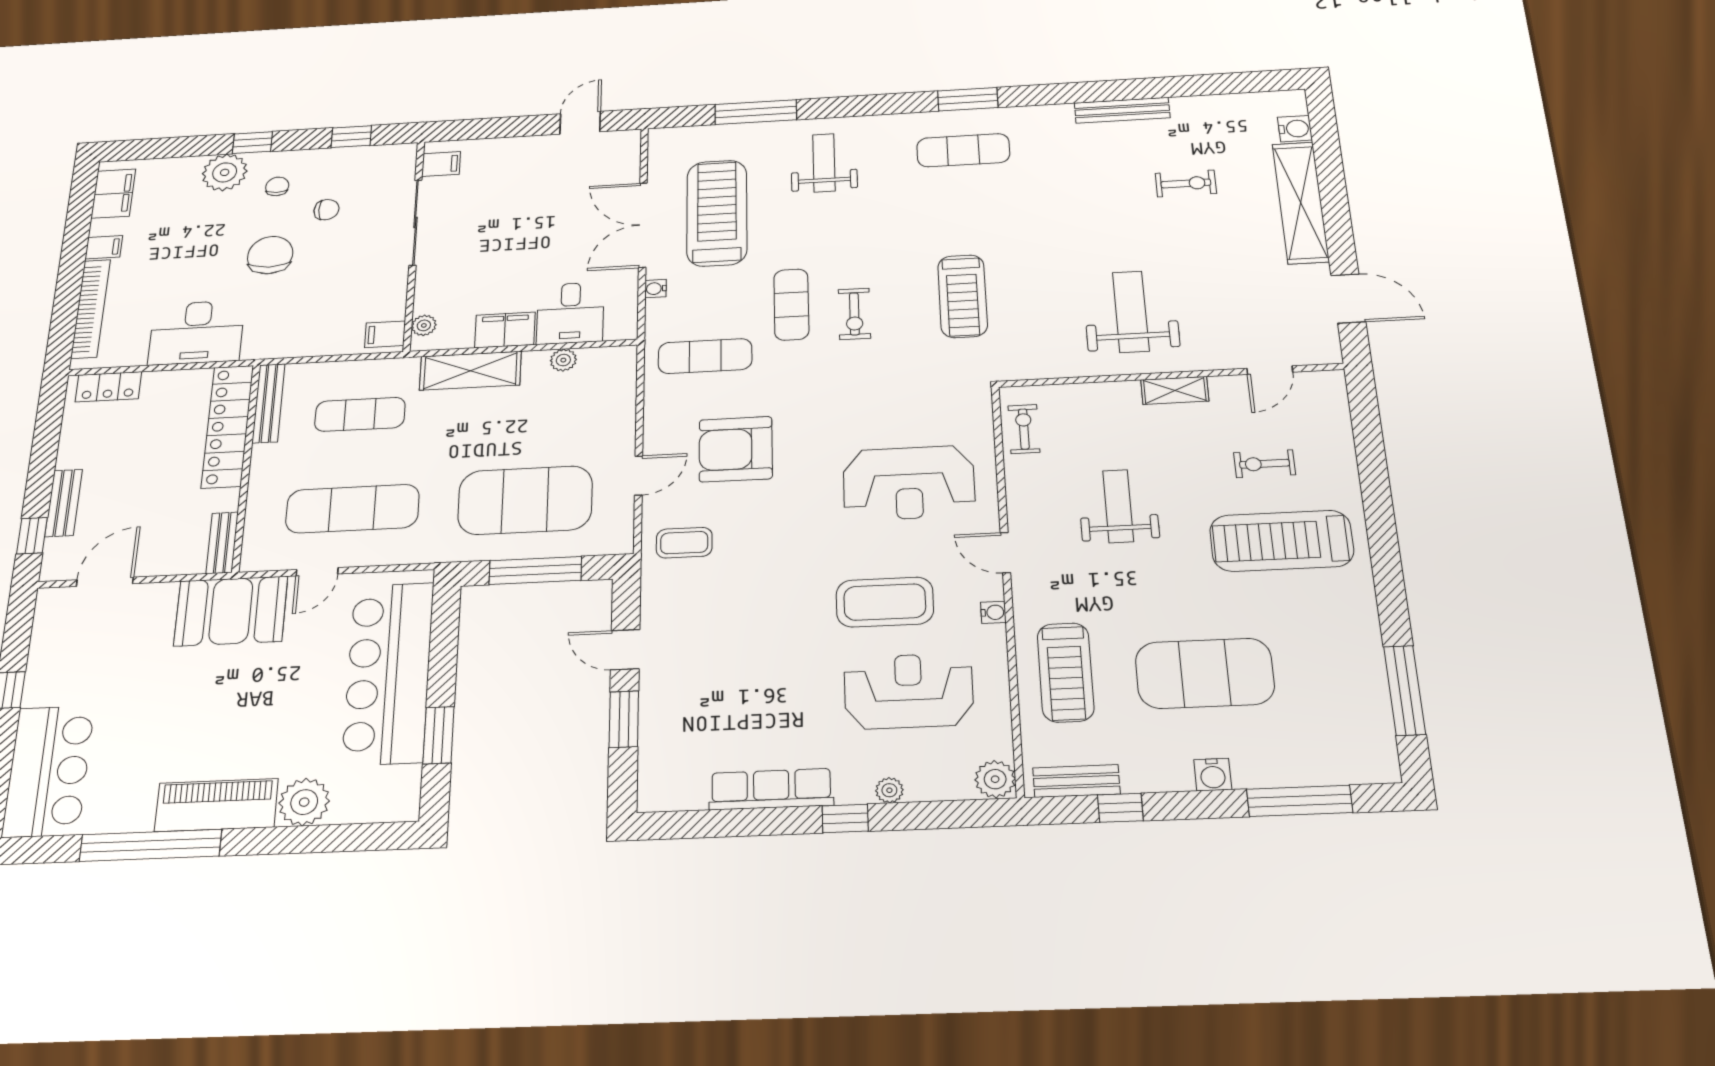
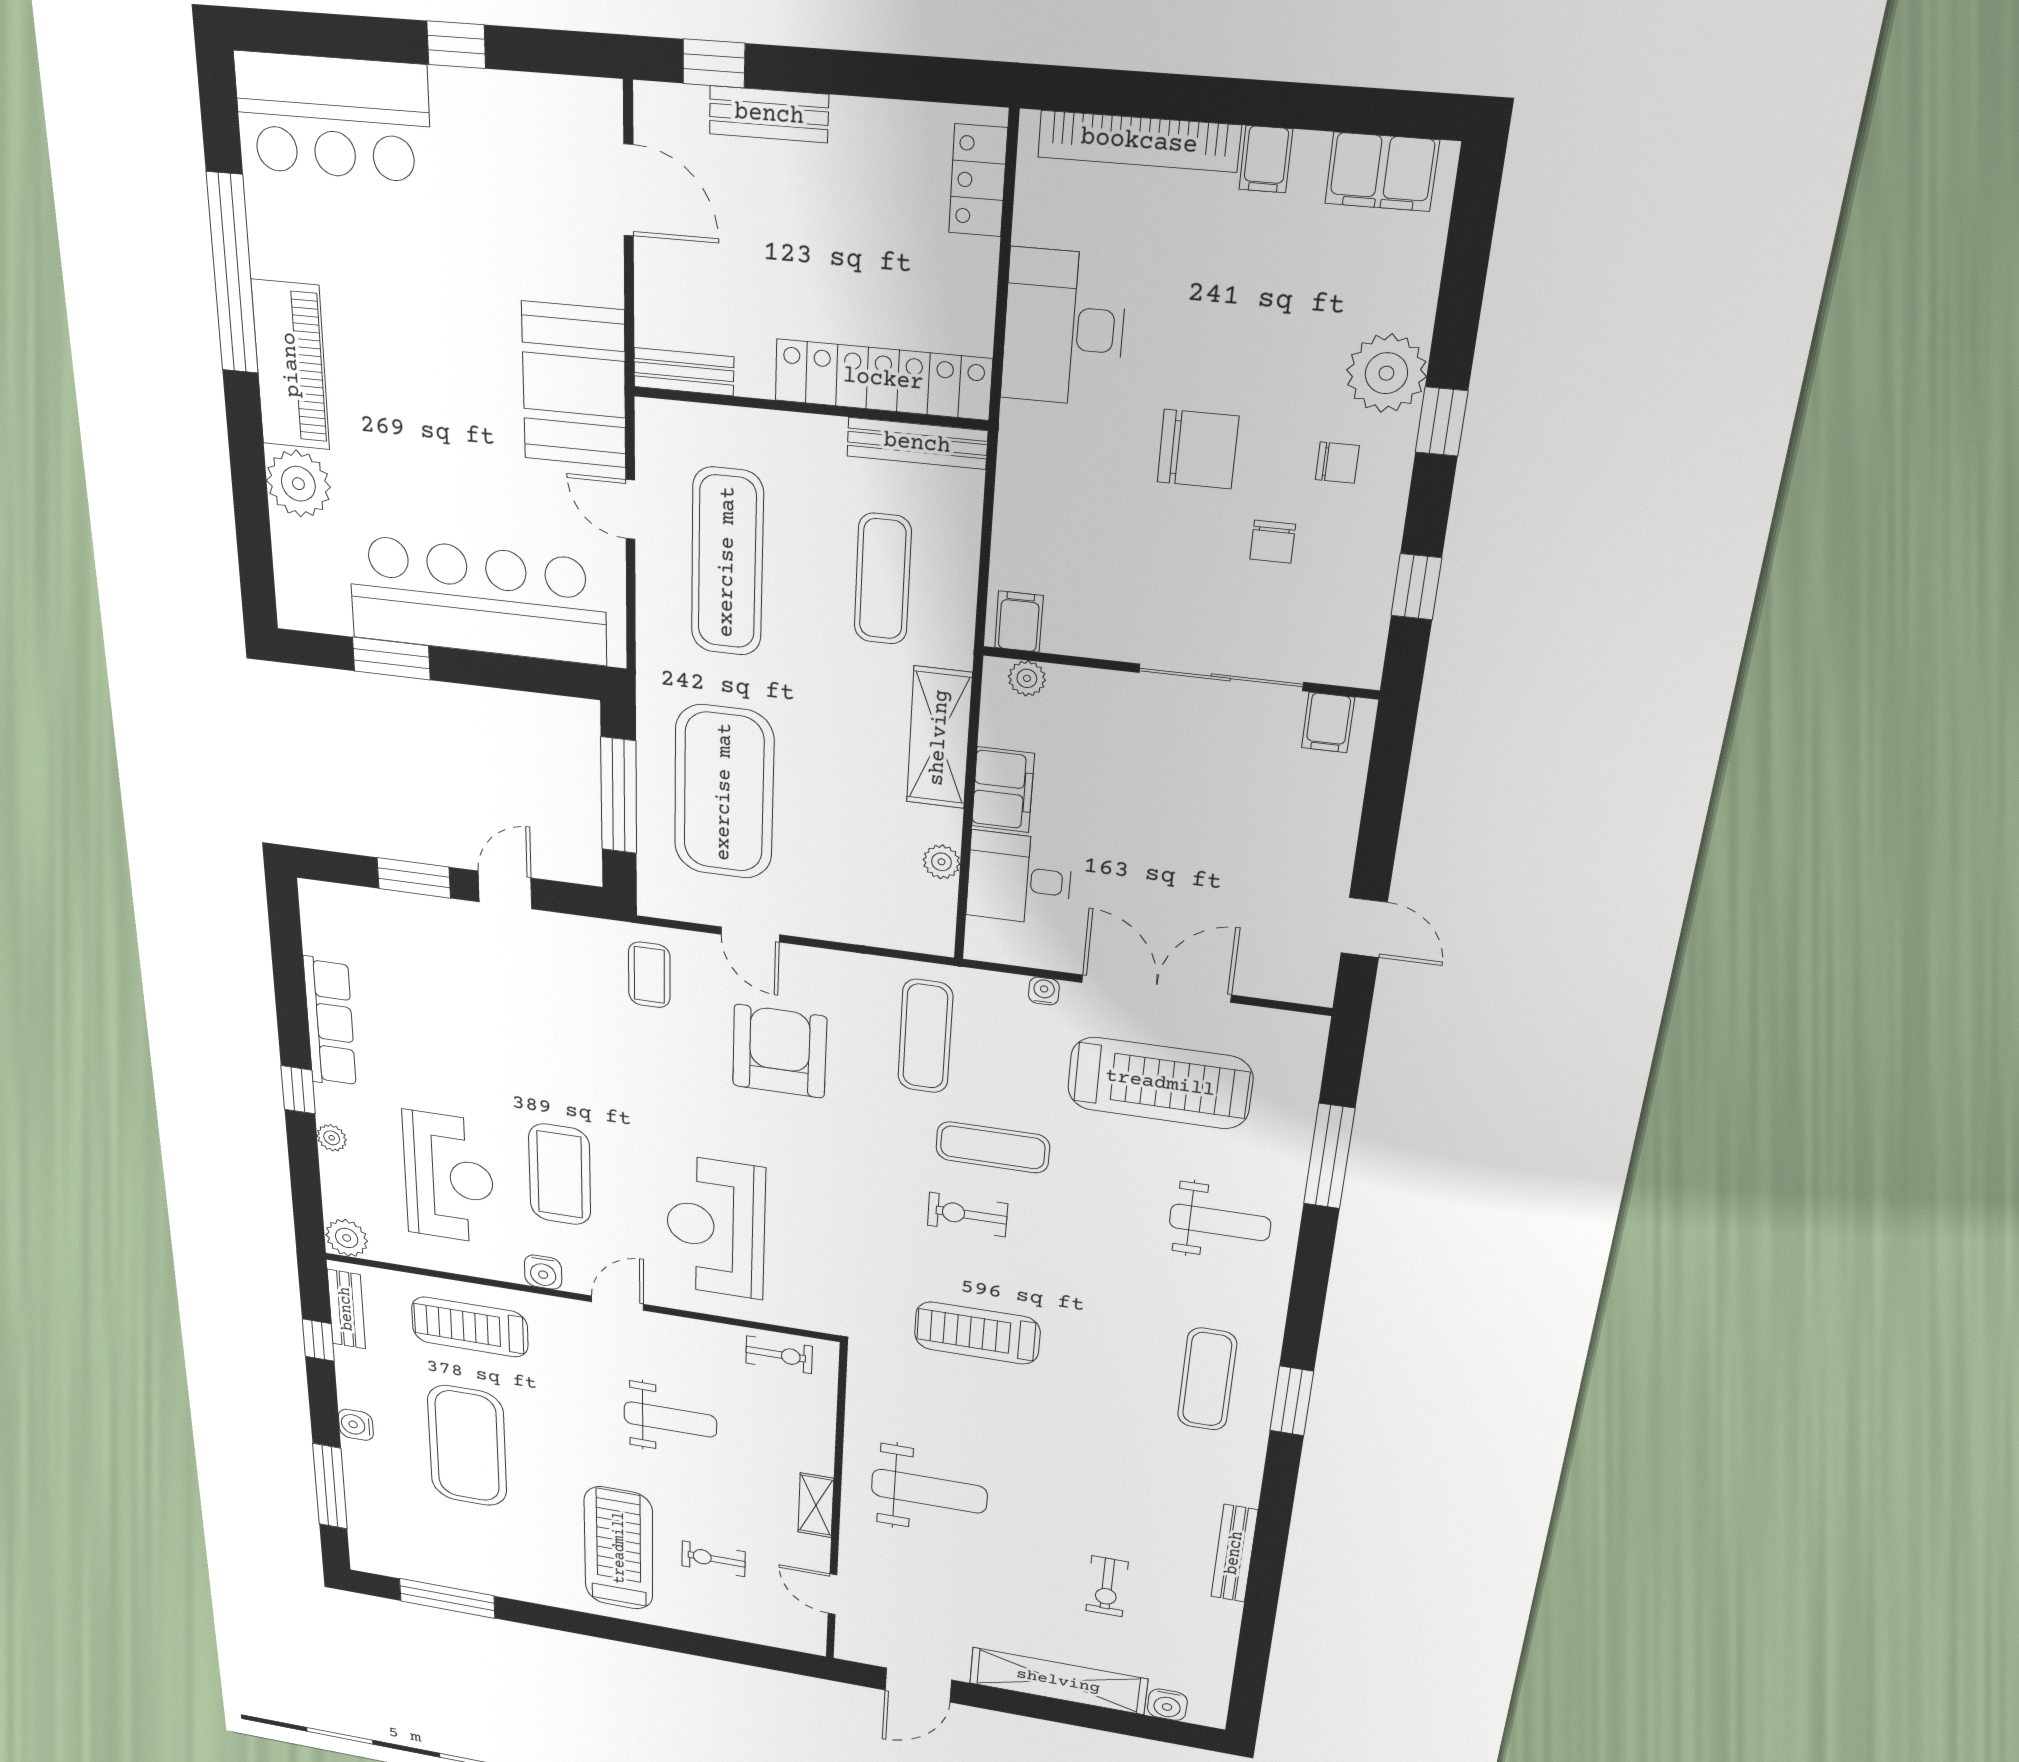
exercise bike: (1265, 464) -> (714, 1559), turned -90
water cooler: (993, 612) -> (543, 1272), width x1.38, depth x1.38

